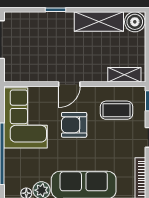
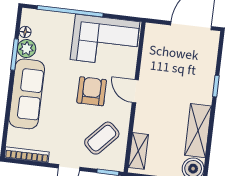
coffee table: (117, 110) -> (102, 138), turned 43

